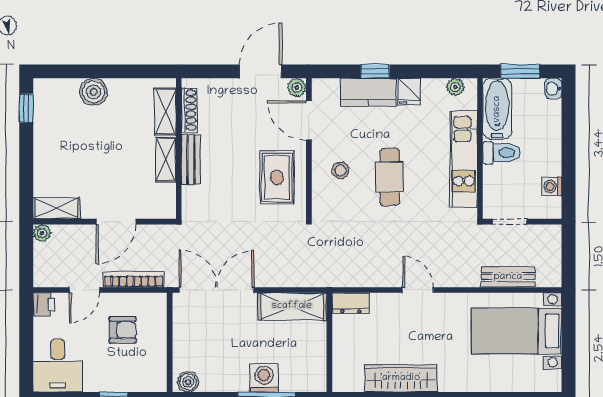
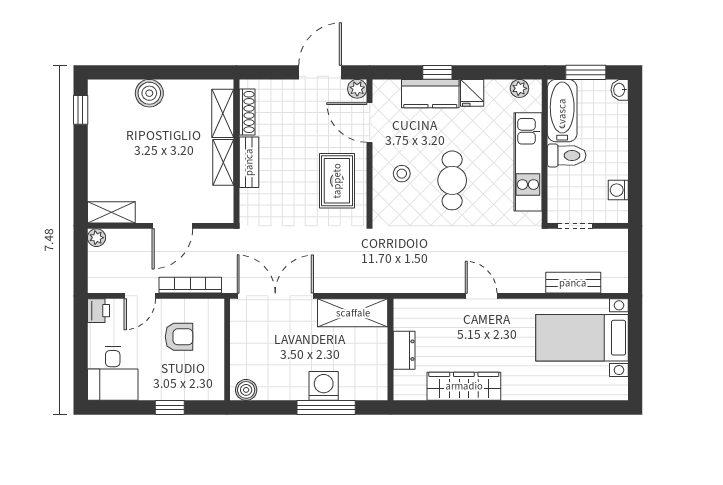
dresser: (351, 303) -> (404, 350), moved, turned -90

